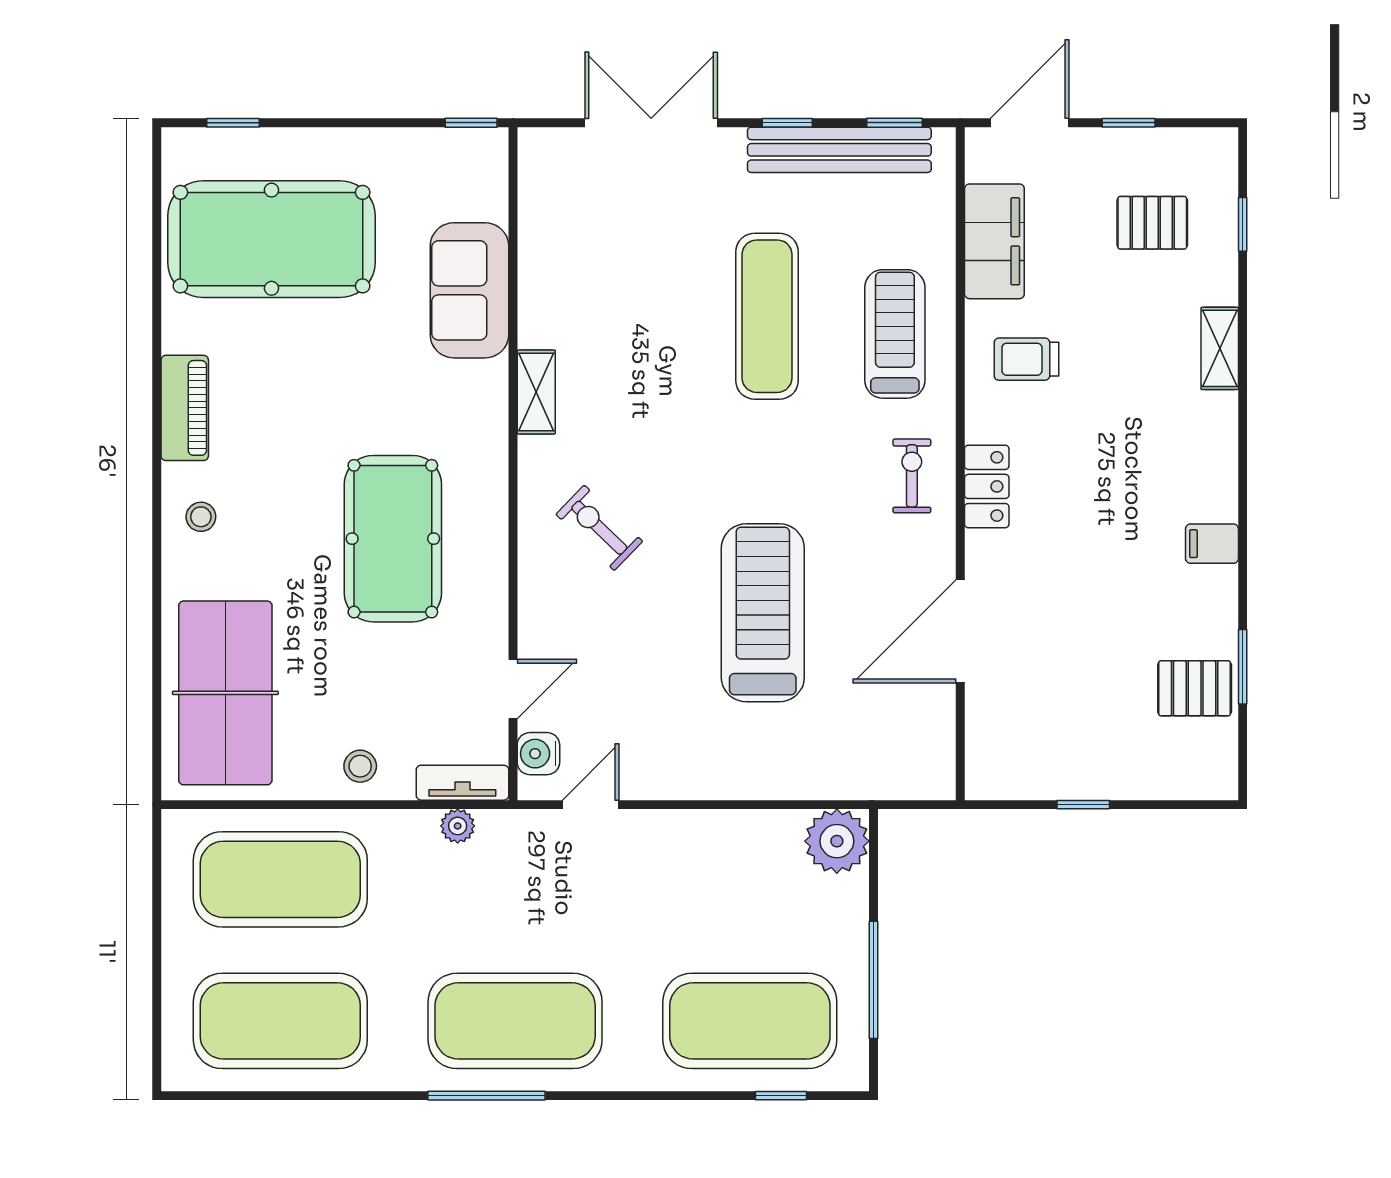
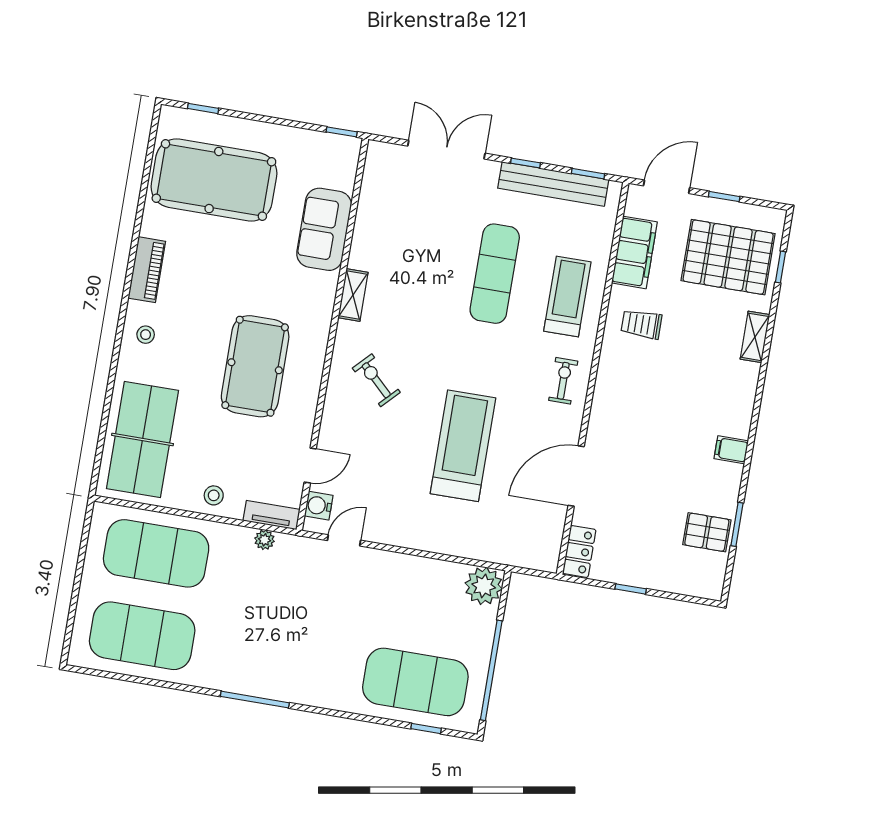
pallet: (1152, 223) -> (728, 257), width x2.05, depth x2.00
locker: (987, 486) -> (579, 551), moved
window: (873, 980) -> (491, 670), width x1.46
exercise mat: (515, 1021) -> (279, 659), removed

